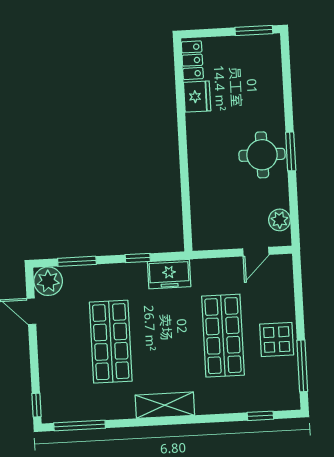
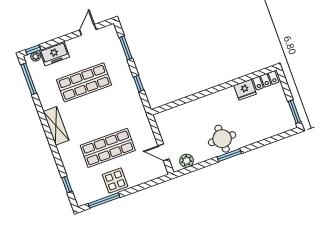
freezer: (169, 274) -> (54, 54), moved, turned -90
plant: (48, 281) -> (36, 57), moved, width x0.53, depth x0.53

